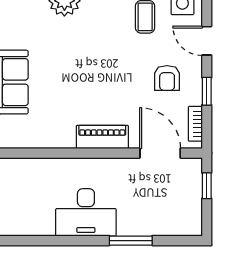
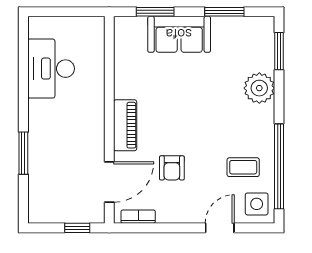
armchair: (167, 78) -> (172, 168), moved, turned -90
window: (207, 91) -> (170, 228), removed
desk: (86, 212) -> (51, 69), moved

